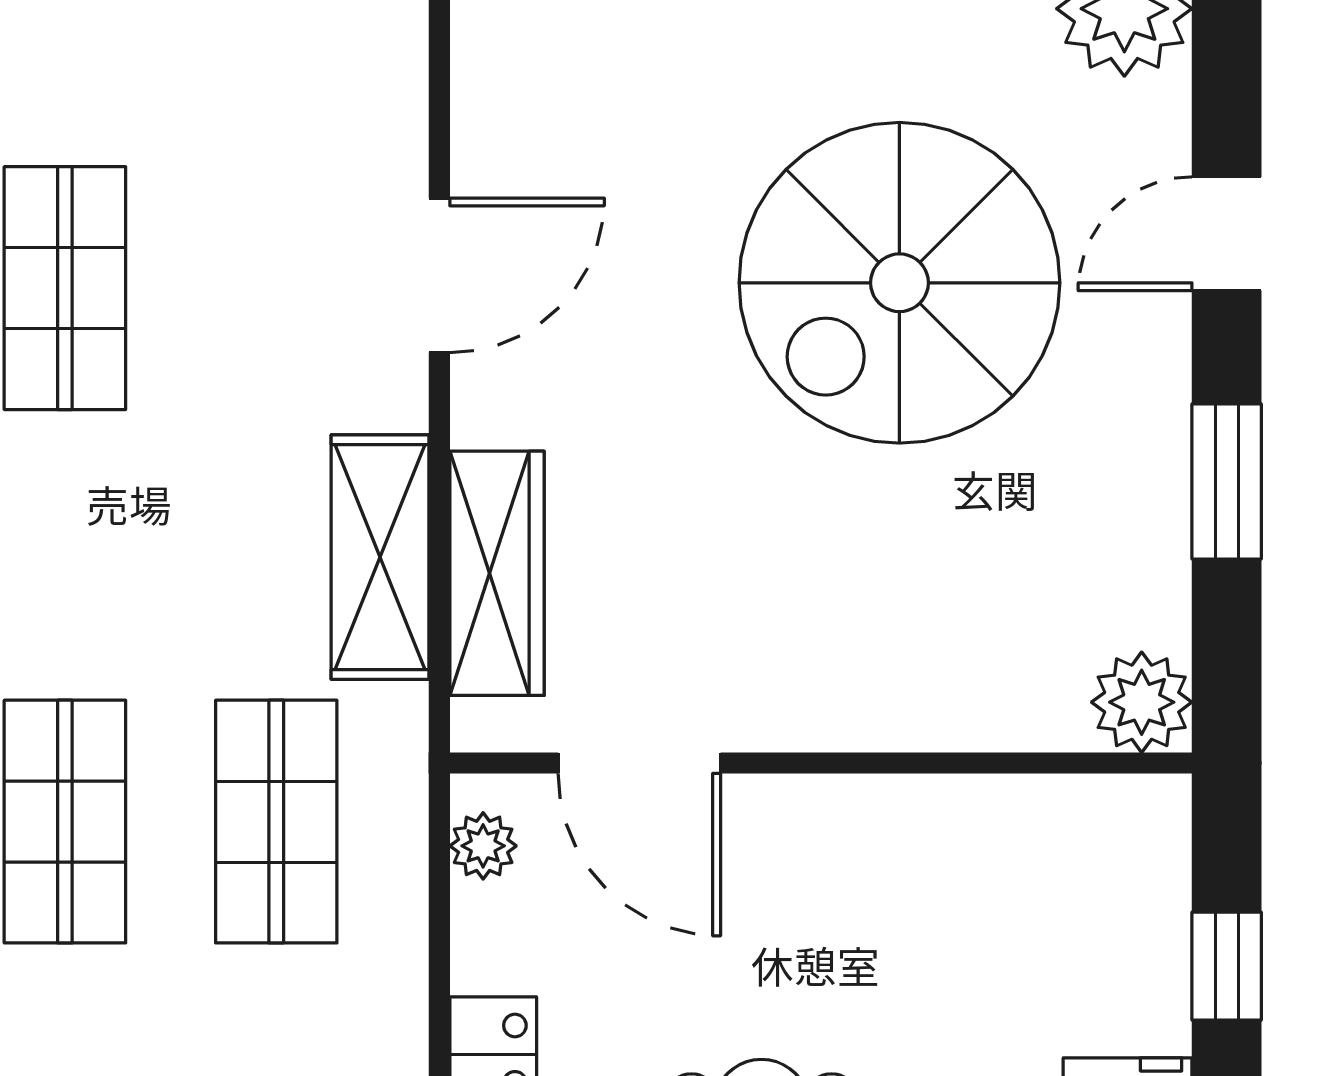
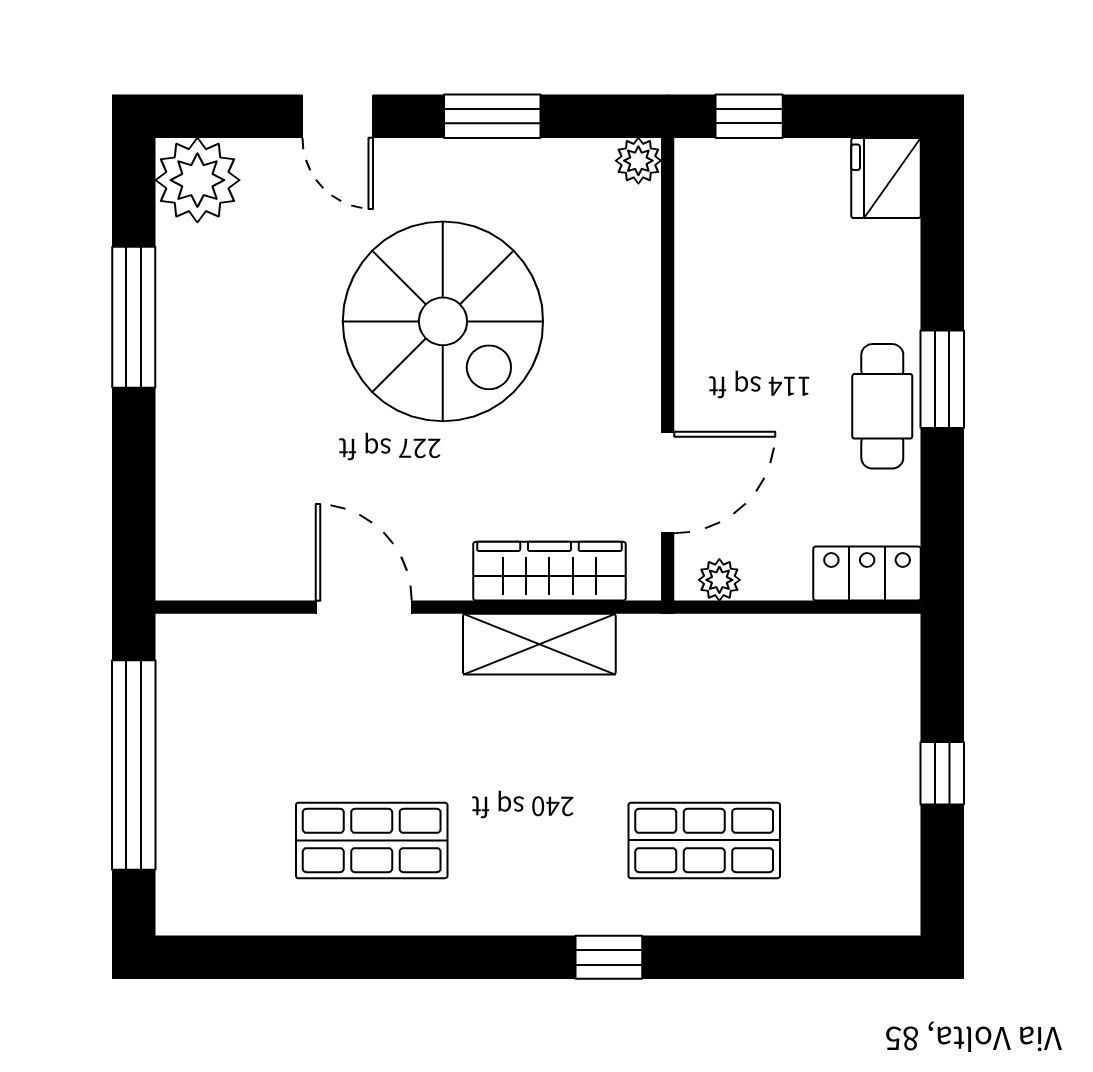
spiral stairs: (899, 283) -> (443, 321), moved
plant: (1142, 702) -> (638, 161), width x0.73, depth x0.73
shop shelf: (276, 822) -> (704, 709), removed
window: (1227, 966) -> (749, 116), moved

